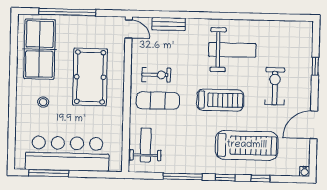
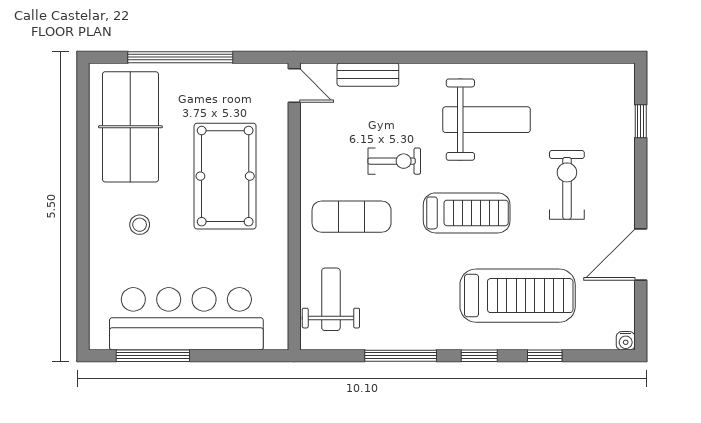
window: (315, 66) -> (641, 121), moved
exercise bike: (156, 75) -> (394, 161), moved

